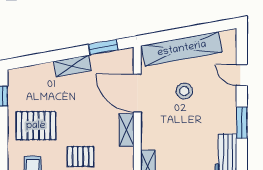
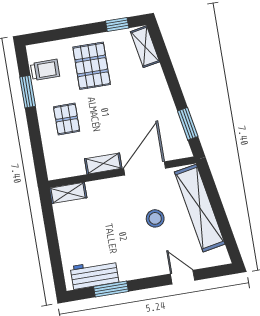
shelving: (73, 66) -> (145, 47), moved
door: (242, 75) -> (183, 277), hinge flipped
window: (242, 123) -> (111, 289), moved

